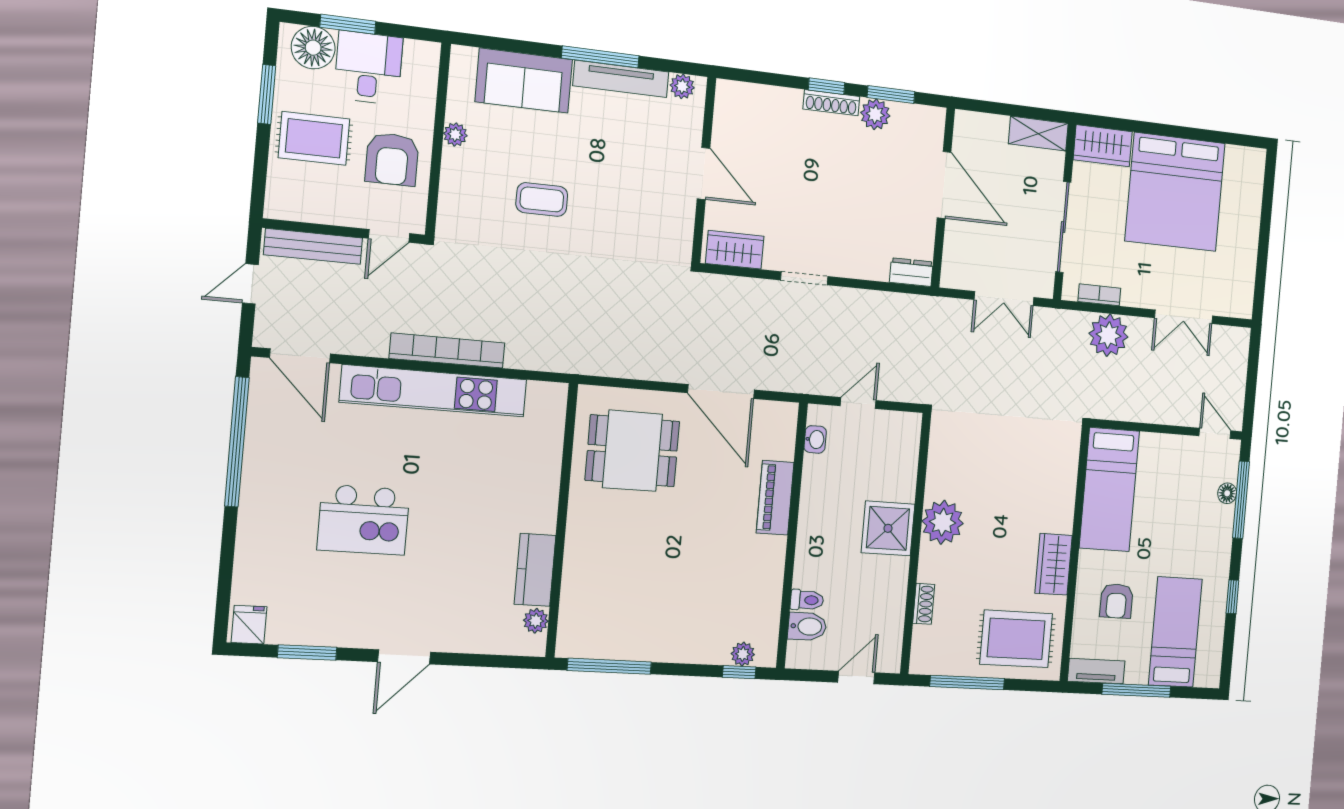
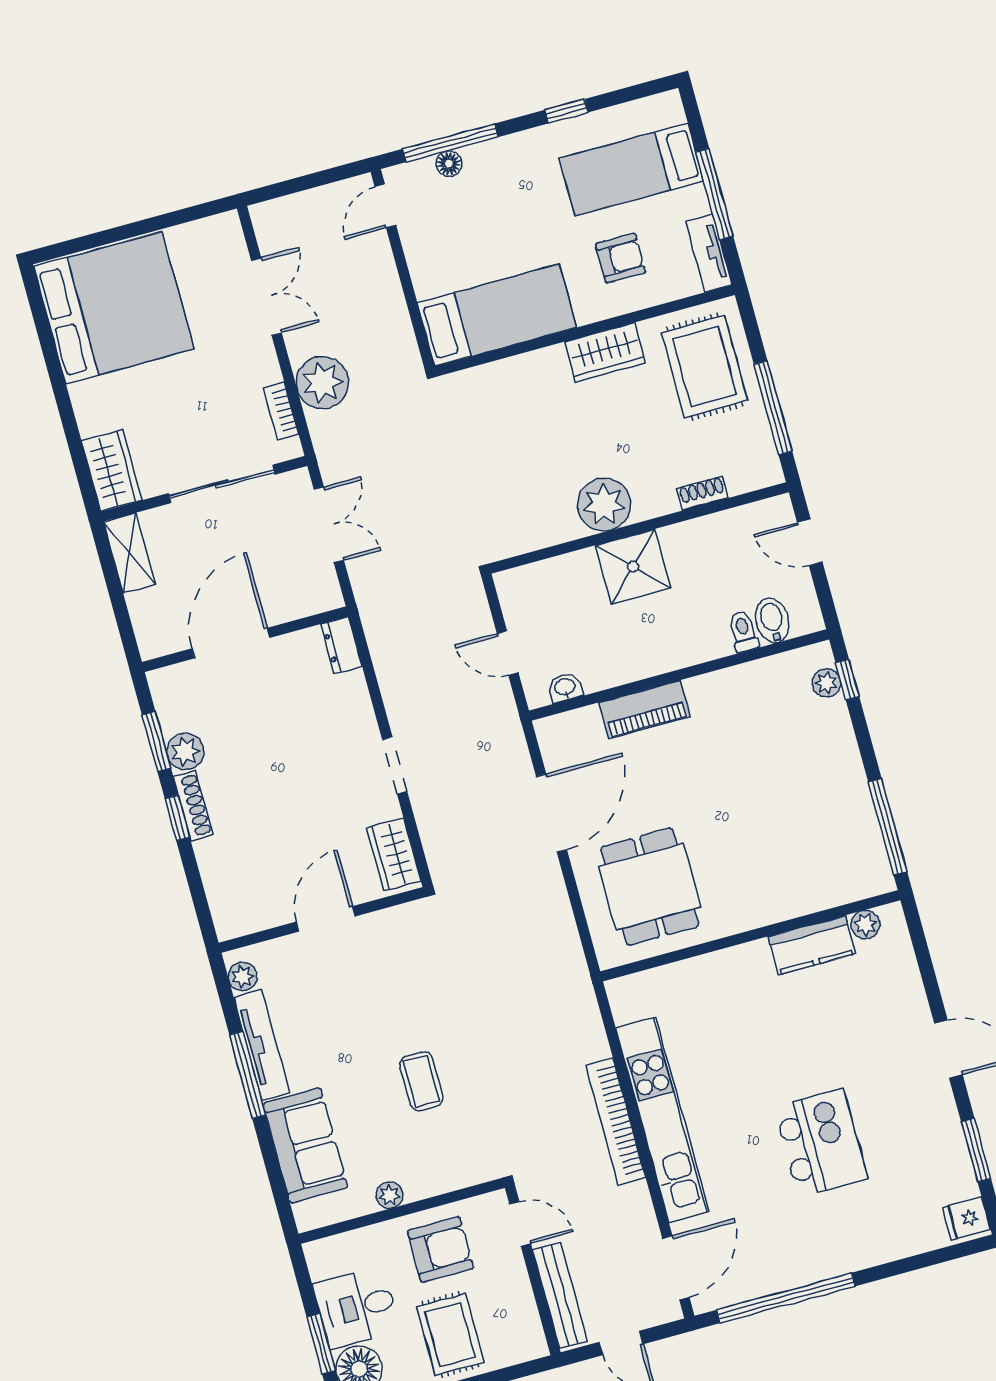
bed: (1175, 192) -> (114, 308), moved

